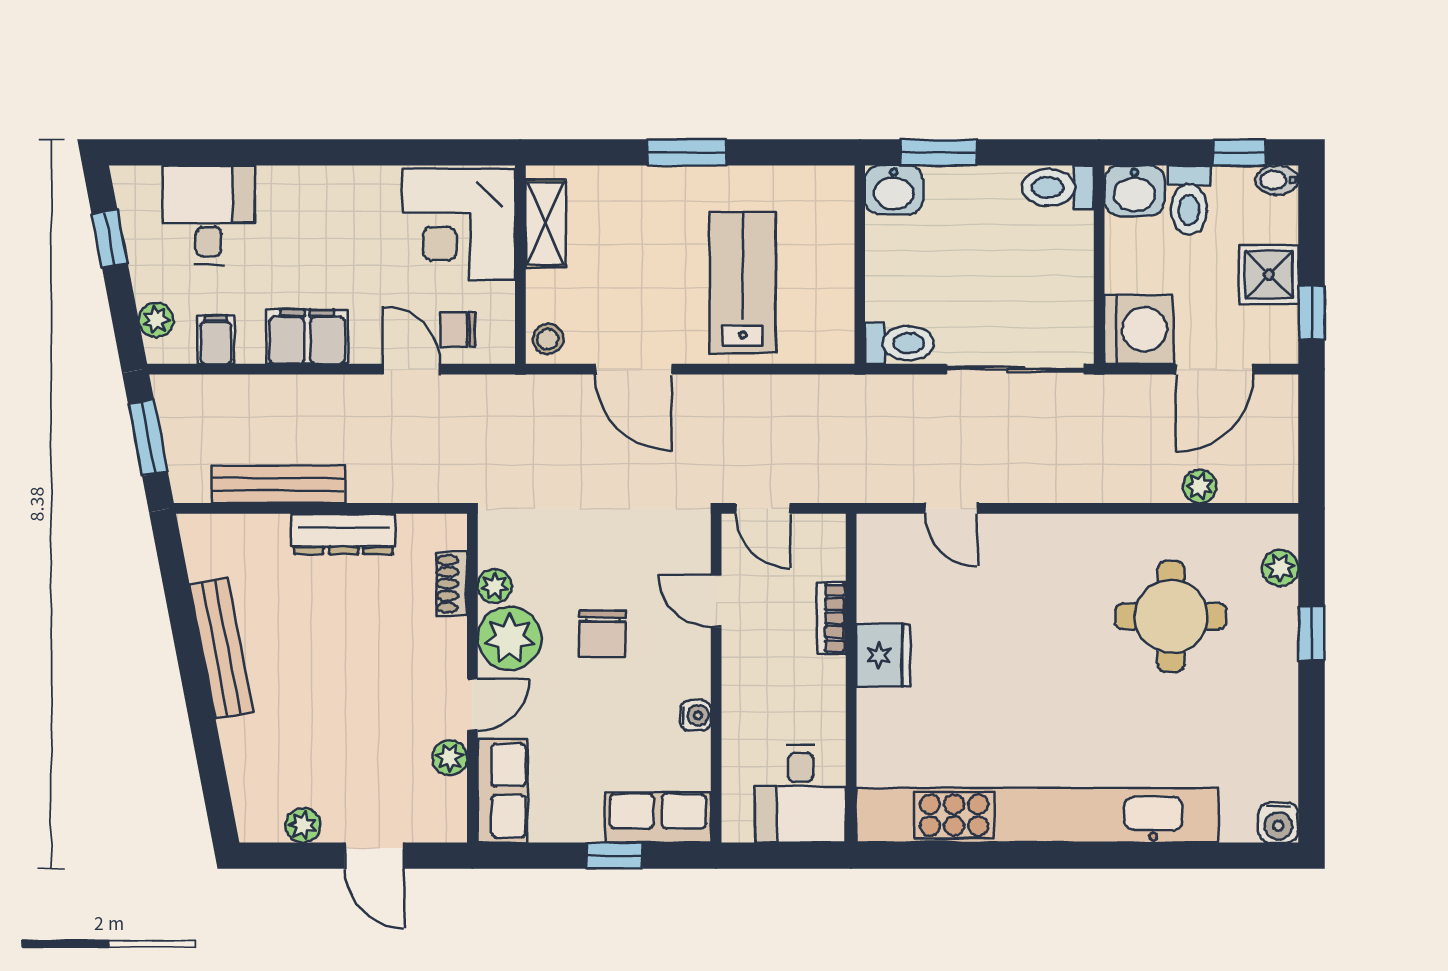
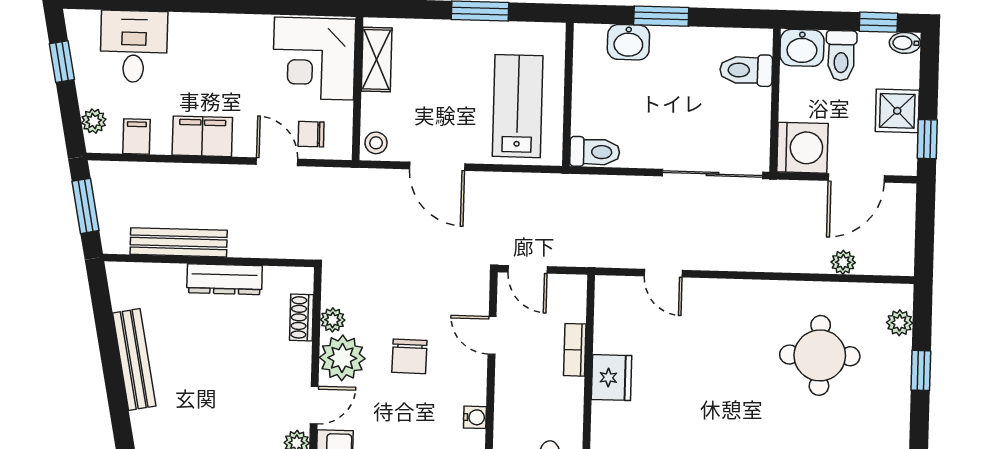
toilet: (1058, 187) -> (746, 70), moved
wall: (860, 265) -> (568, 95), moved
toilet: (899, 343) -> (595, 152), moved

